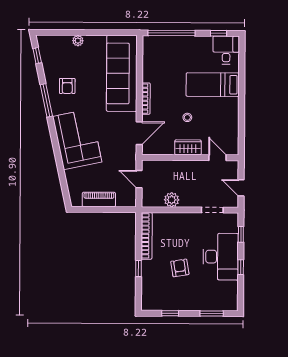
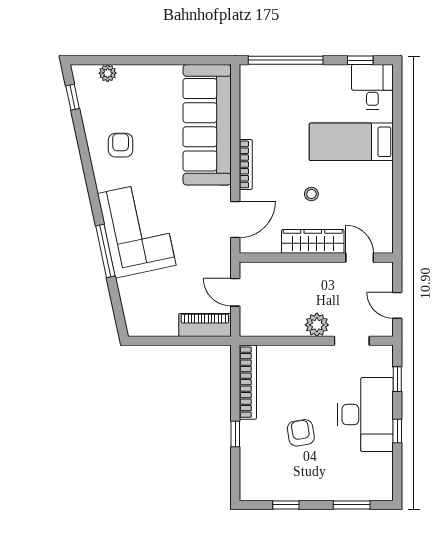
plant: (78, 41) -> (108, 73), moved
armchair: (67, 86) -> (121, 145), turned 180
window: (46, 100) -> (105, 251), moved
wardrobe: (188, 147) -> (313, 241), width x1.50
piano: (99, 200) -> (205, 325), moved
plant: (172, 200) -> (317, 325), moved

